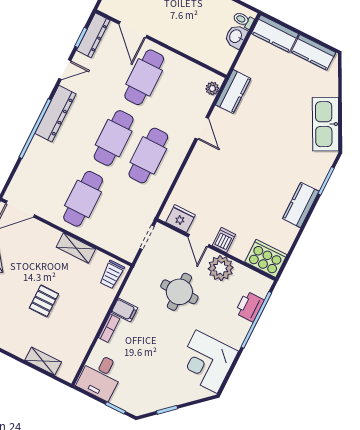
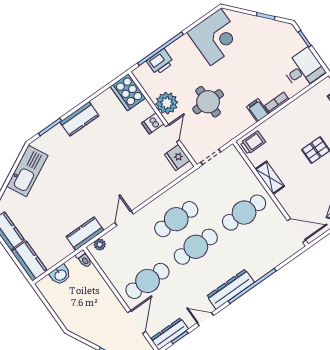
toilet: (243, 20) -> (84, 259), moved

